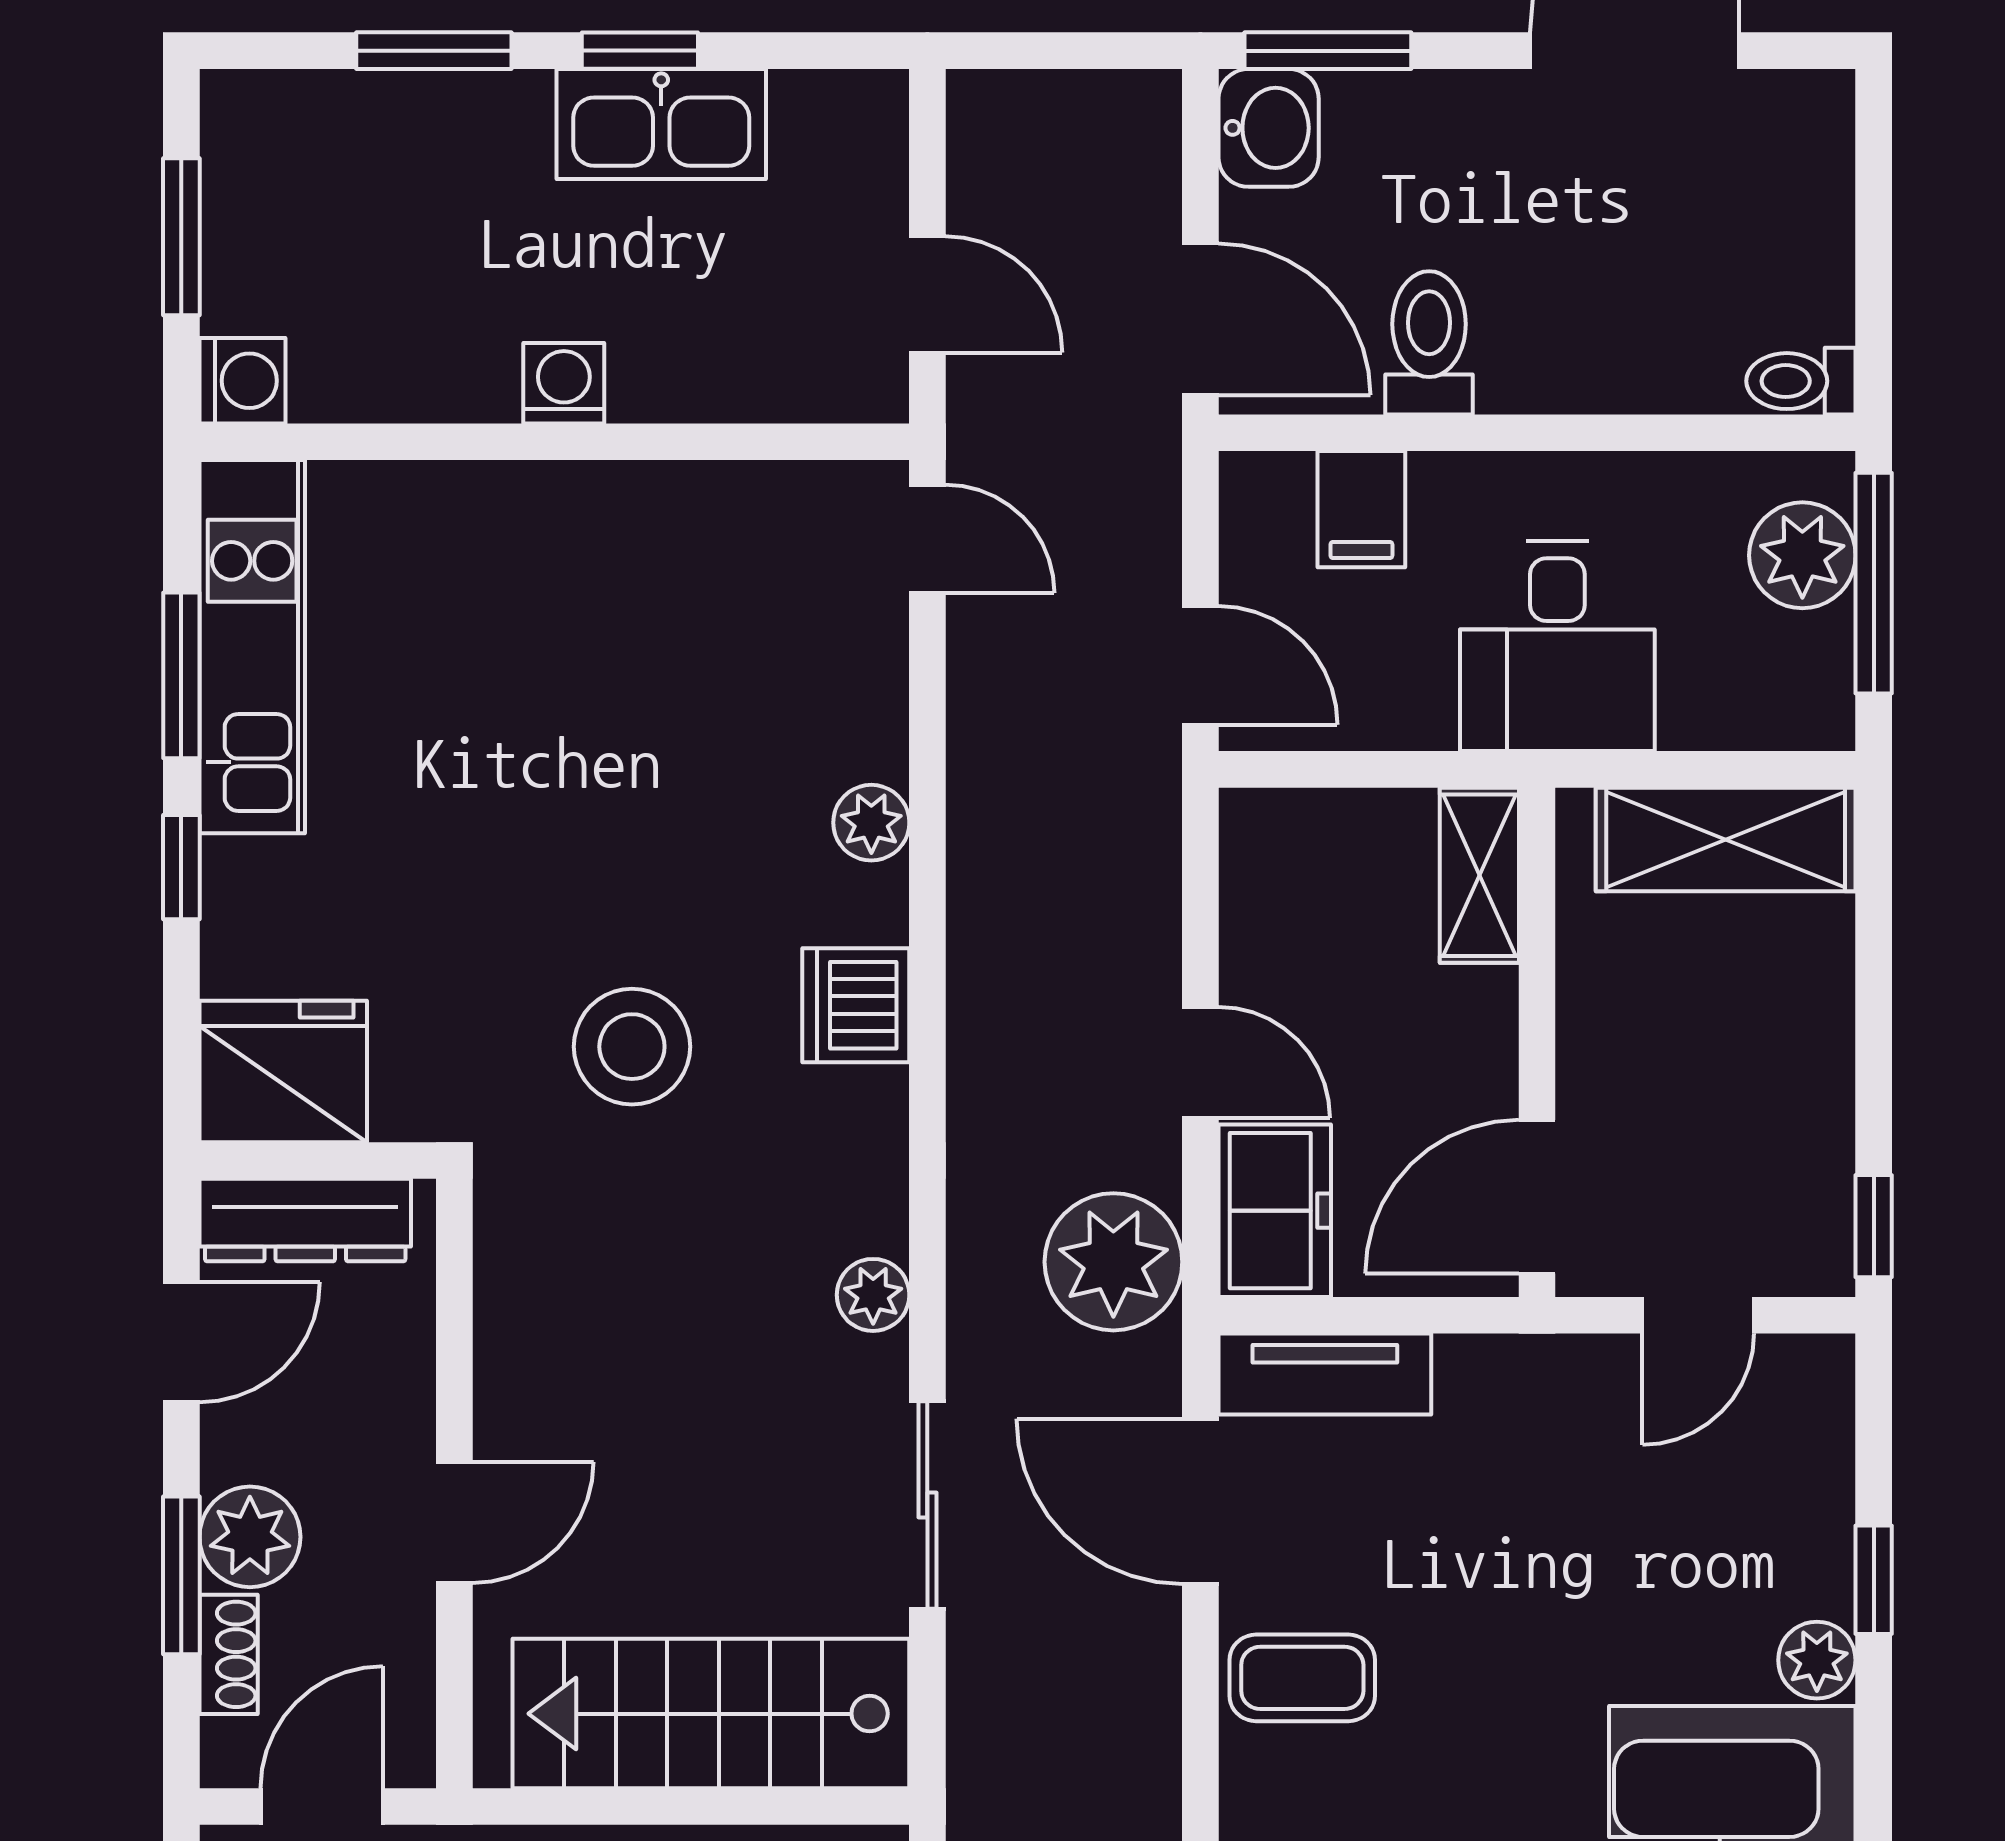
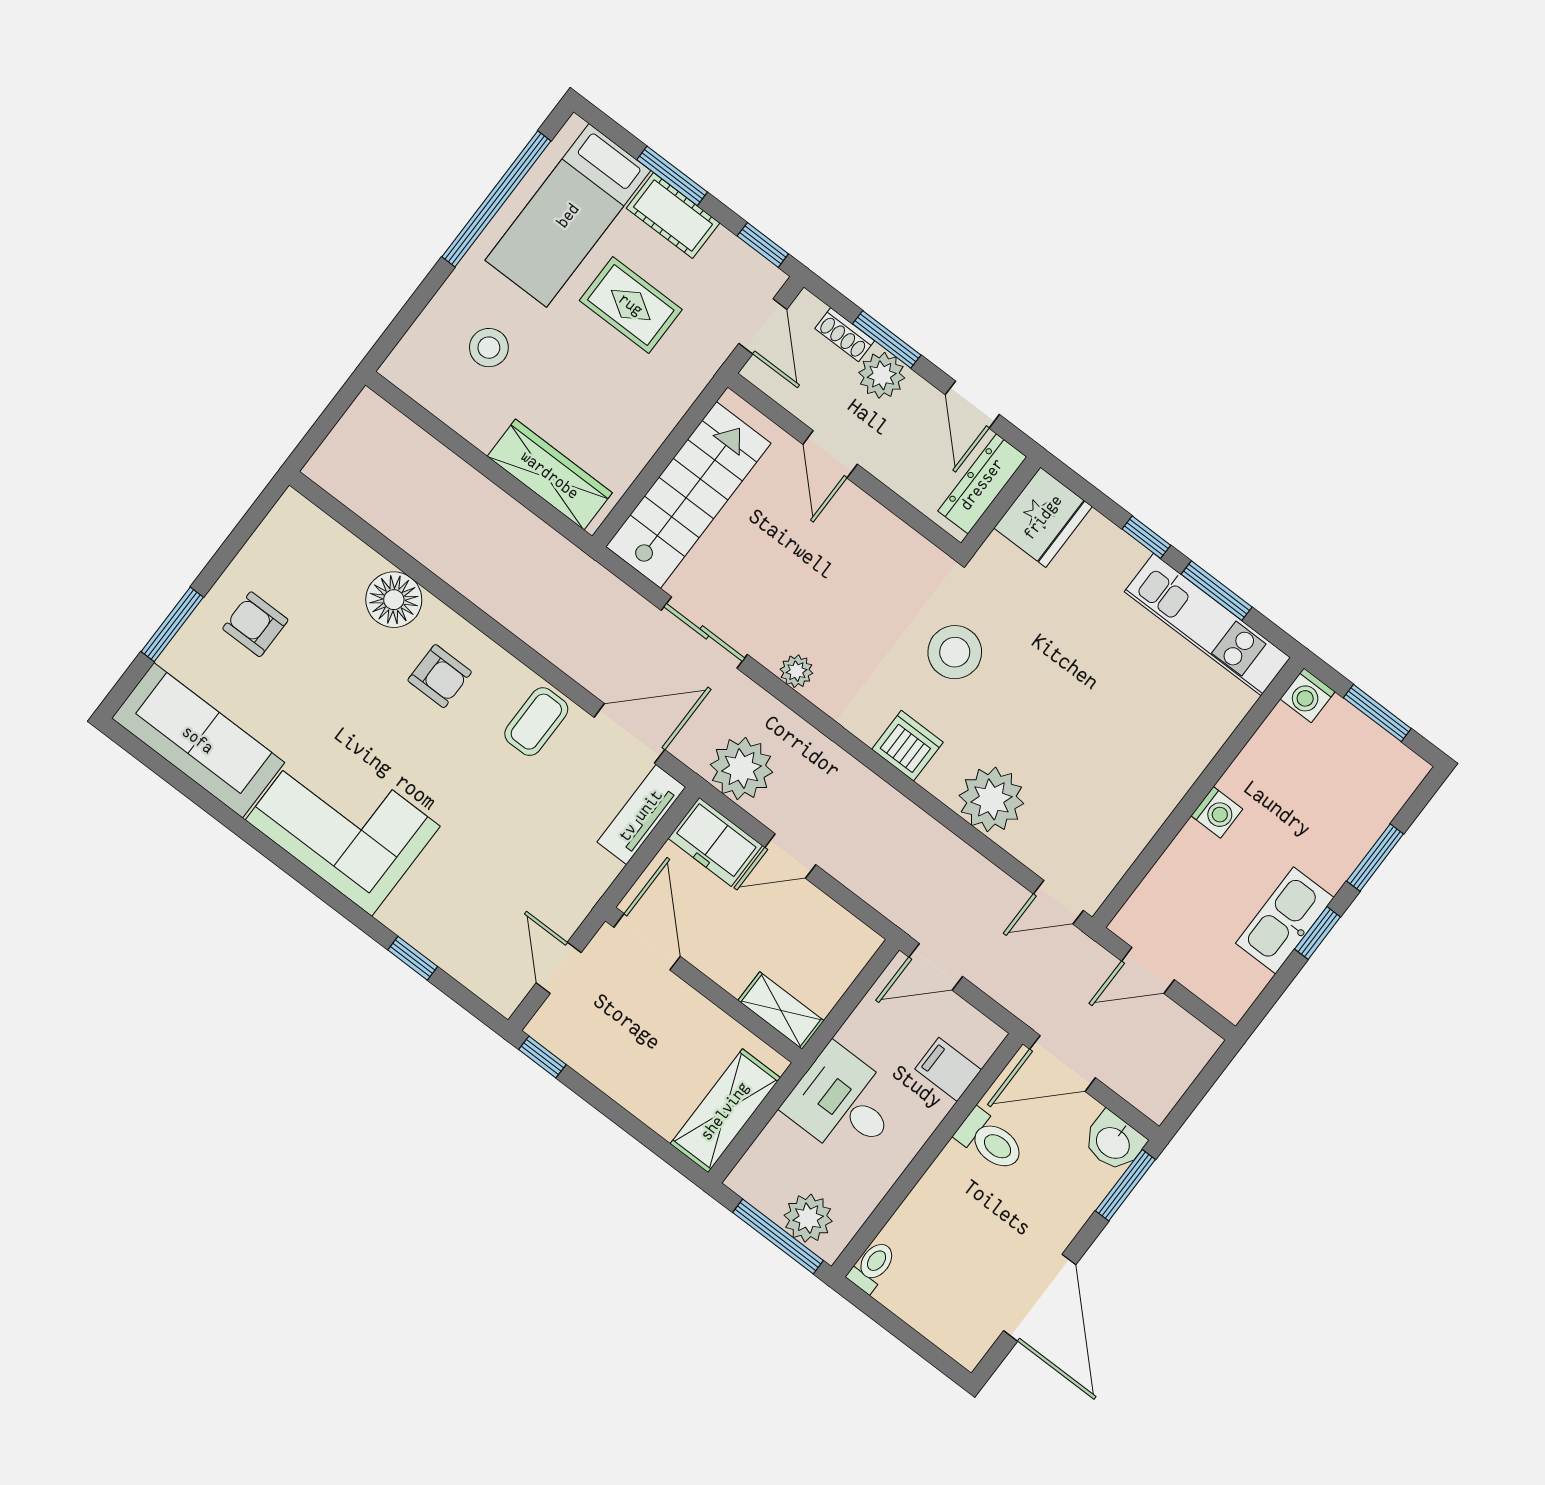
plant: (871, 823) -> (991, 799), width x1.87, depth x1.87
plant: (1817, 1660) -> (399, 915), removed

